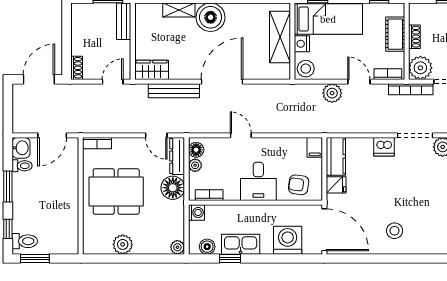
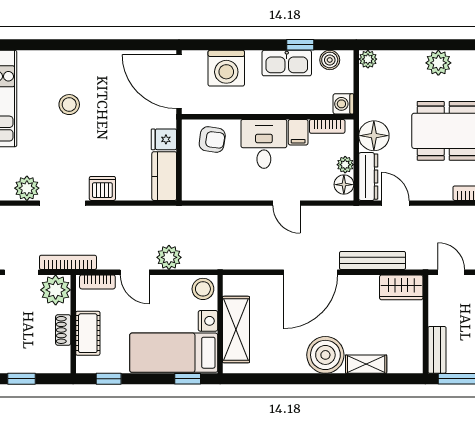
door: (113, 82) -> (451, 272), swing flipped
filing cabinet: (315, 147) -> (298, 132), moved, turned 180
stool: (395, 231) -> (69, 105), moved

